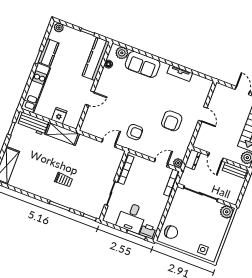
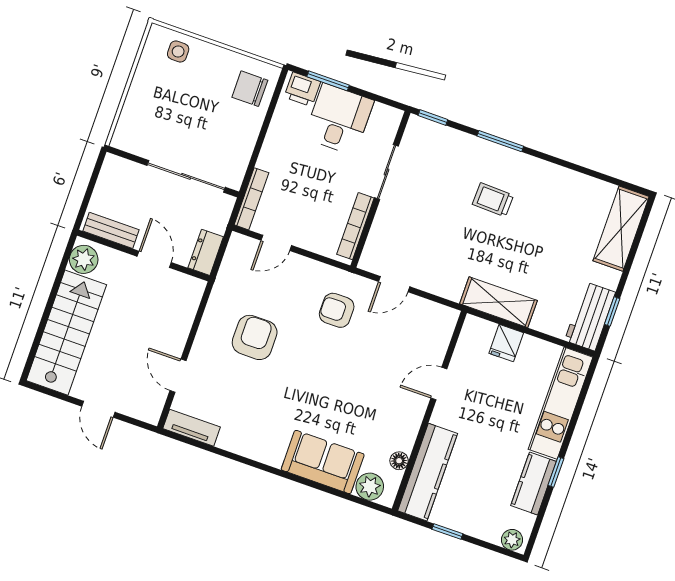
tv unit: (180, 73) -> (192, 428), moved
door: (203, 114) -> (178, 376), moved
workbench: (33, 124) -> (590, 316), moved, turned -90
plant: (178, 163) -> (238, 244), removed
plant: (227, 212) -> (127, 137), removed

